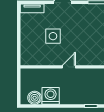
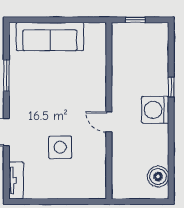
washing machine: (51, 96) -> (155, 110), moved

